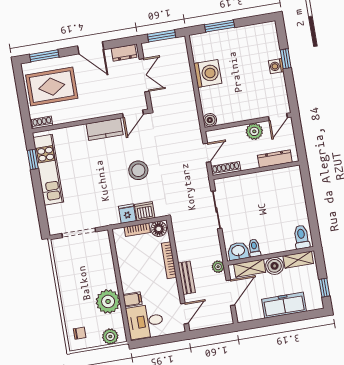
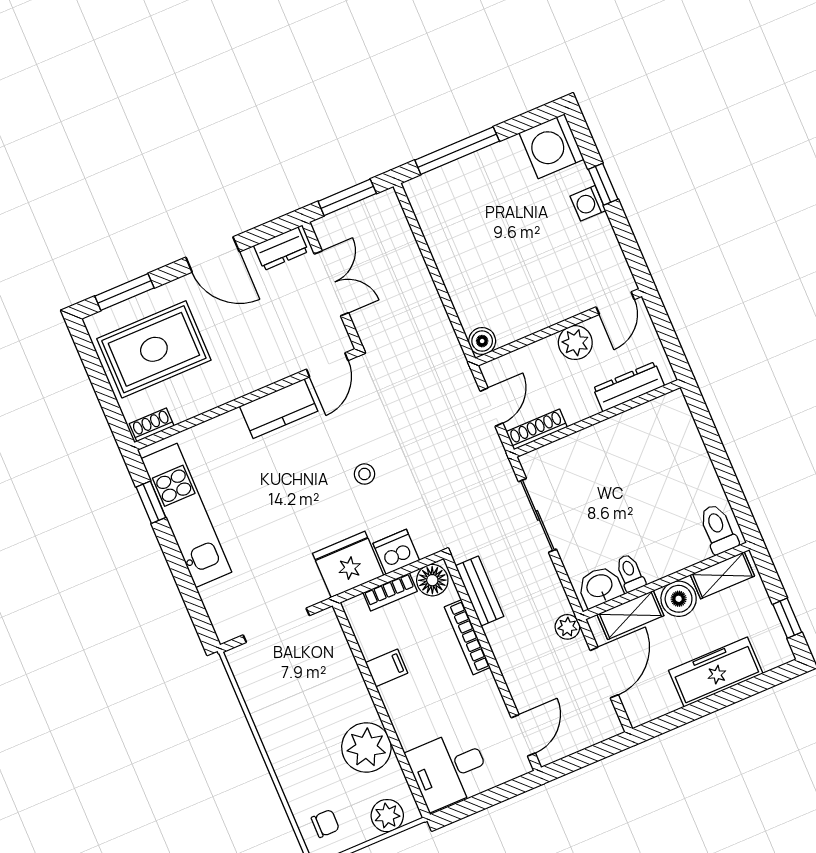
window: (220, 26) -> (457, 151), width x1.44
washing machine: (208, 73) -> (551, 146), moved, turned 180
stool: (138, 170) -> (364, 474), width x0.53, depth x0.53
fridge: (127, 214) -> (348, 564), width x1.88, depth x1.34
bench: (187, 278) -> (480, 591), moved
filing cabinet: (132, 299) -> (387, 668), moved

